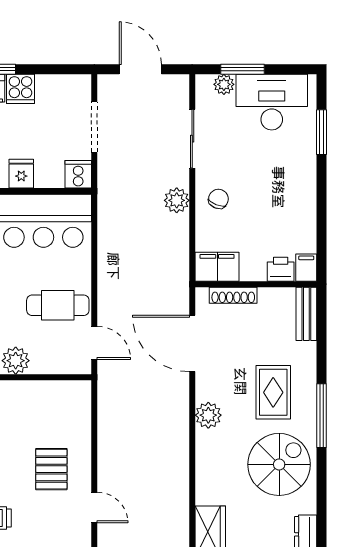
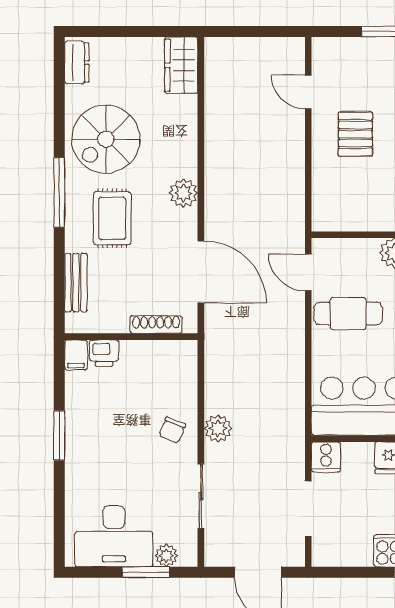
window: (321, 132) -> (59, 435), moved
filing cabinet: (217, 267) -> (174, 356), removed
bench: (306, 314) -> (76, 283), moved

